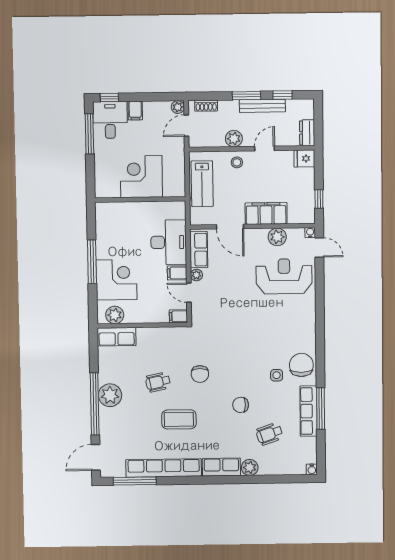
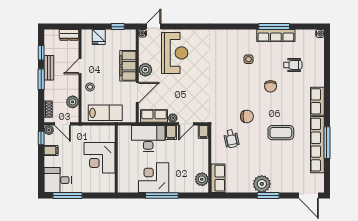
window: (109, 98) -> (41, 138), moved
bench: (262, 106) -> (49, 68), width x0.73
filing cabinet: (135, 111) -> (51, 151), moved
plant: (234, 139) -> (73, 102), moved
door: (265, 148) -> (80, 66), hinge flipped
fridge: (304, 158) -> (99, 37), moved
plant: (277, 237) -> (145, 70), moved
reception desk: (284, 276) -> (175, 53), turned 180
corner desk: (116, 280) -> (154, 178), moved
chair: (301, 365) -> (241, 41), removed
wheelchair: (158, 382) -> (231, 139), moved
window: (95, 404) -> (268, 195), width x0.47
coffee table: (179, 419) -> (281, 133), turned 90
wheelchair: (269, 434) -> (293, 65), turned -71
plant: (250, 467) -> (318, 80), removed
window: (135, 481) -> (327, 143), moved

